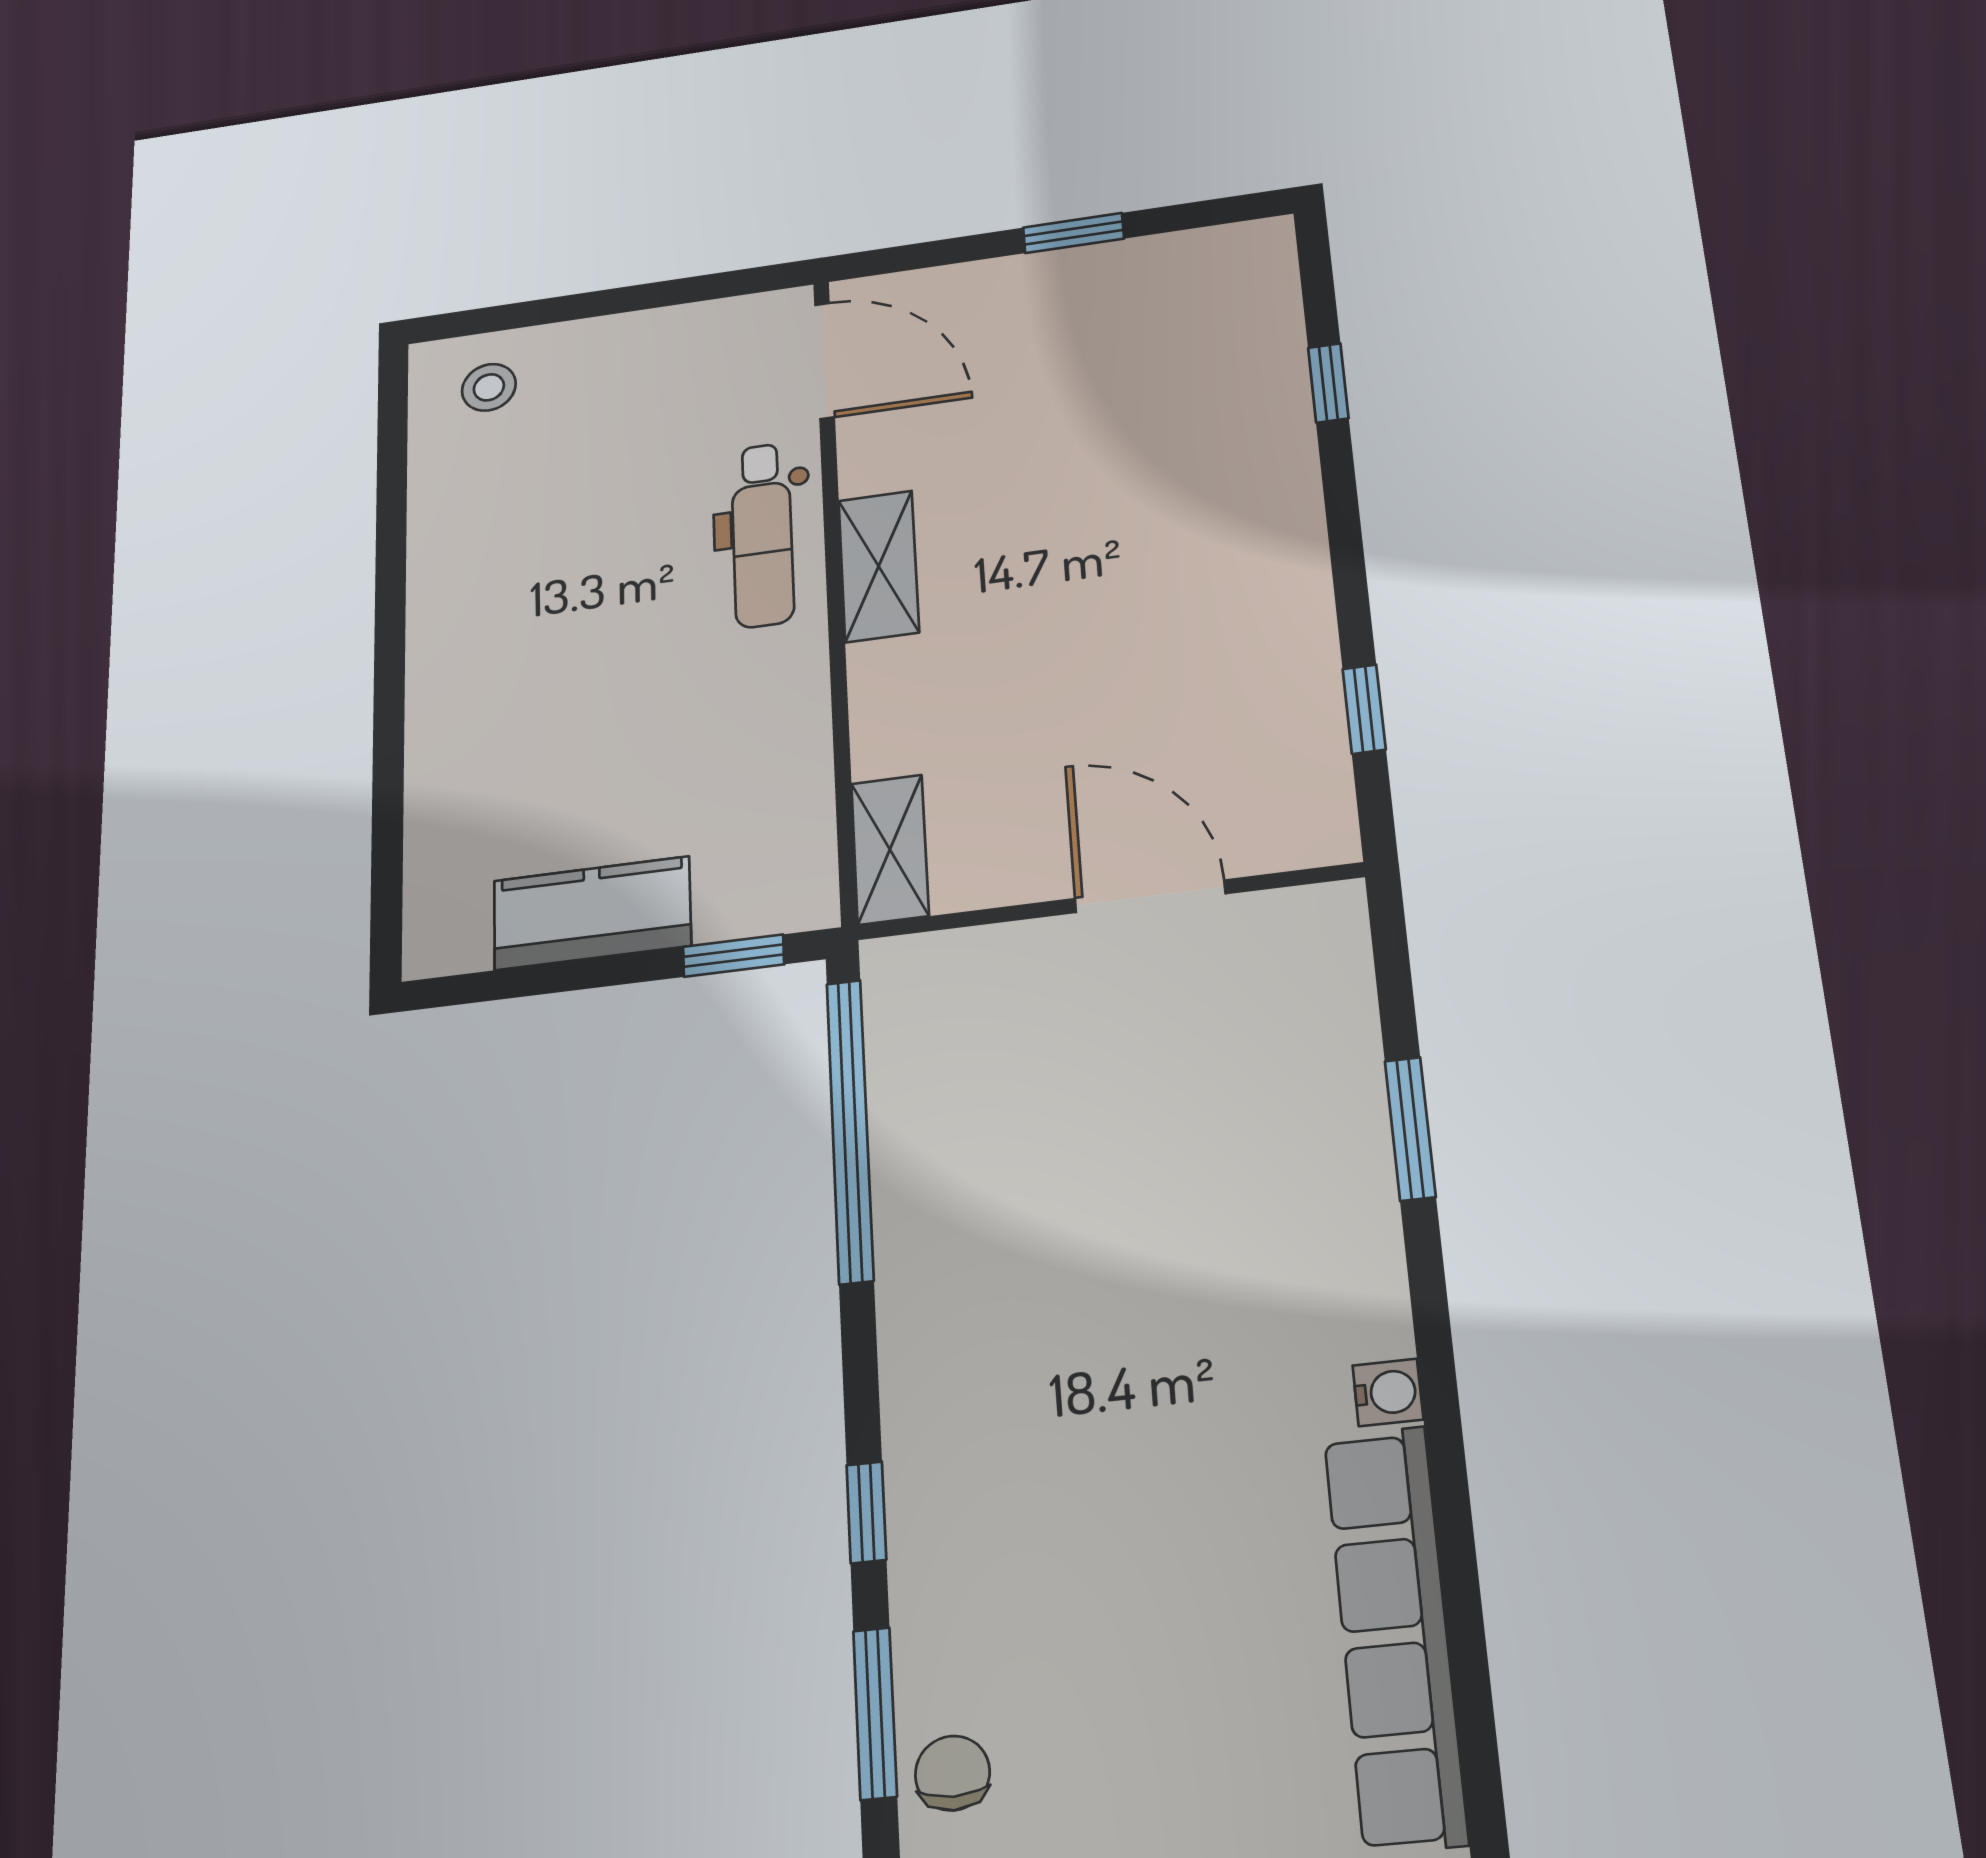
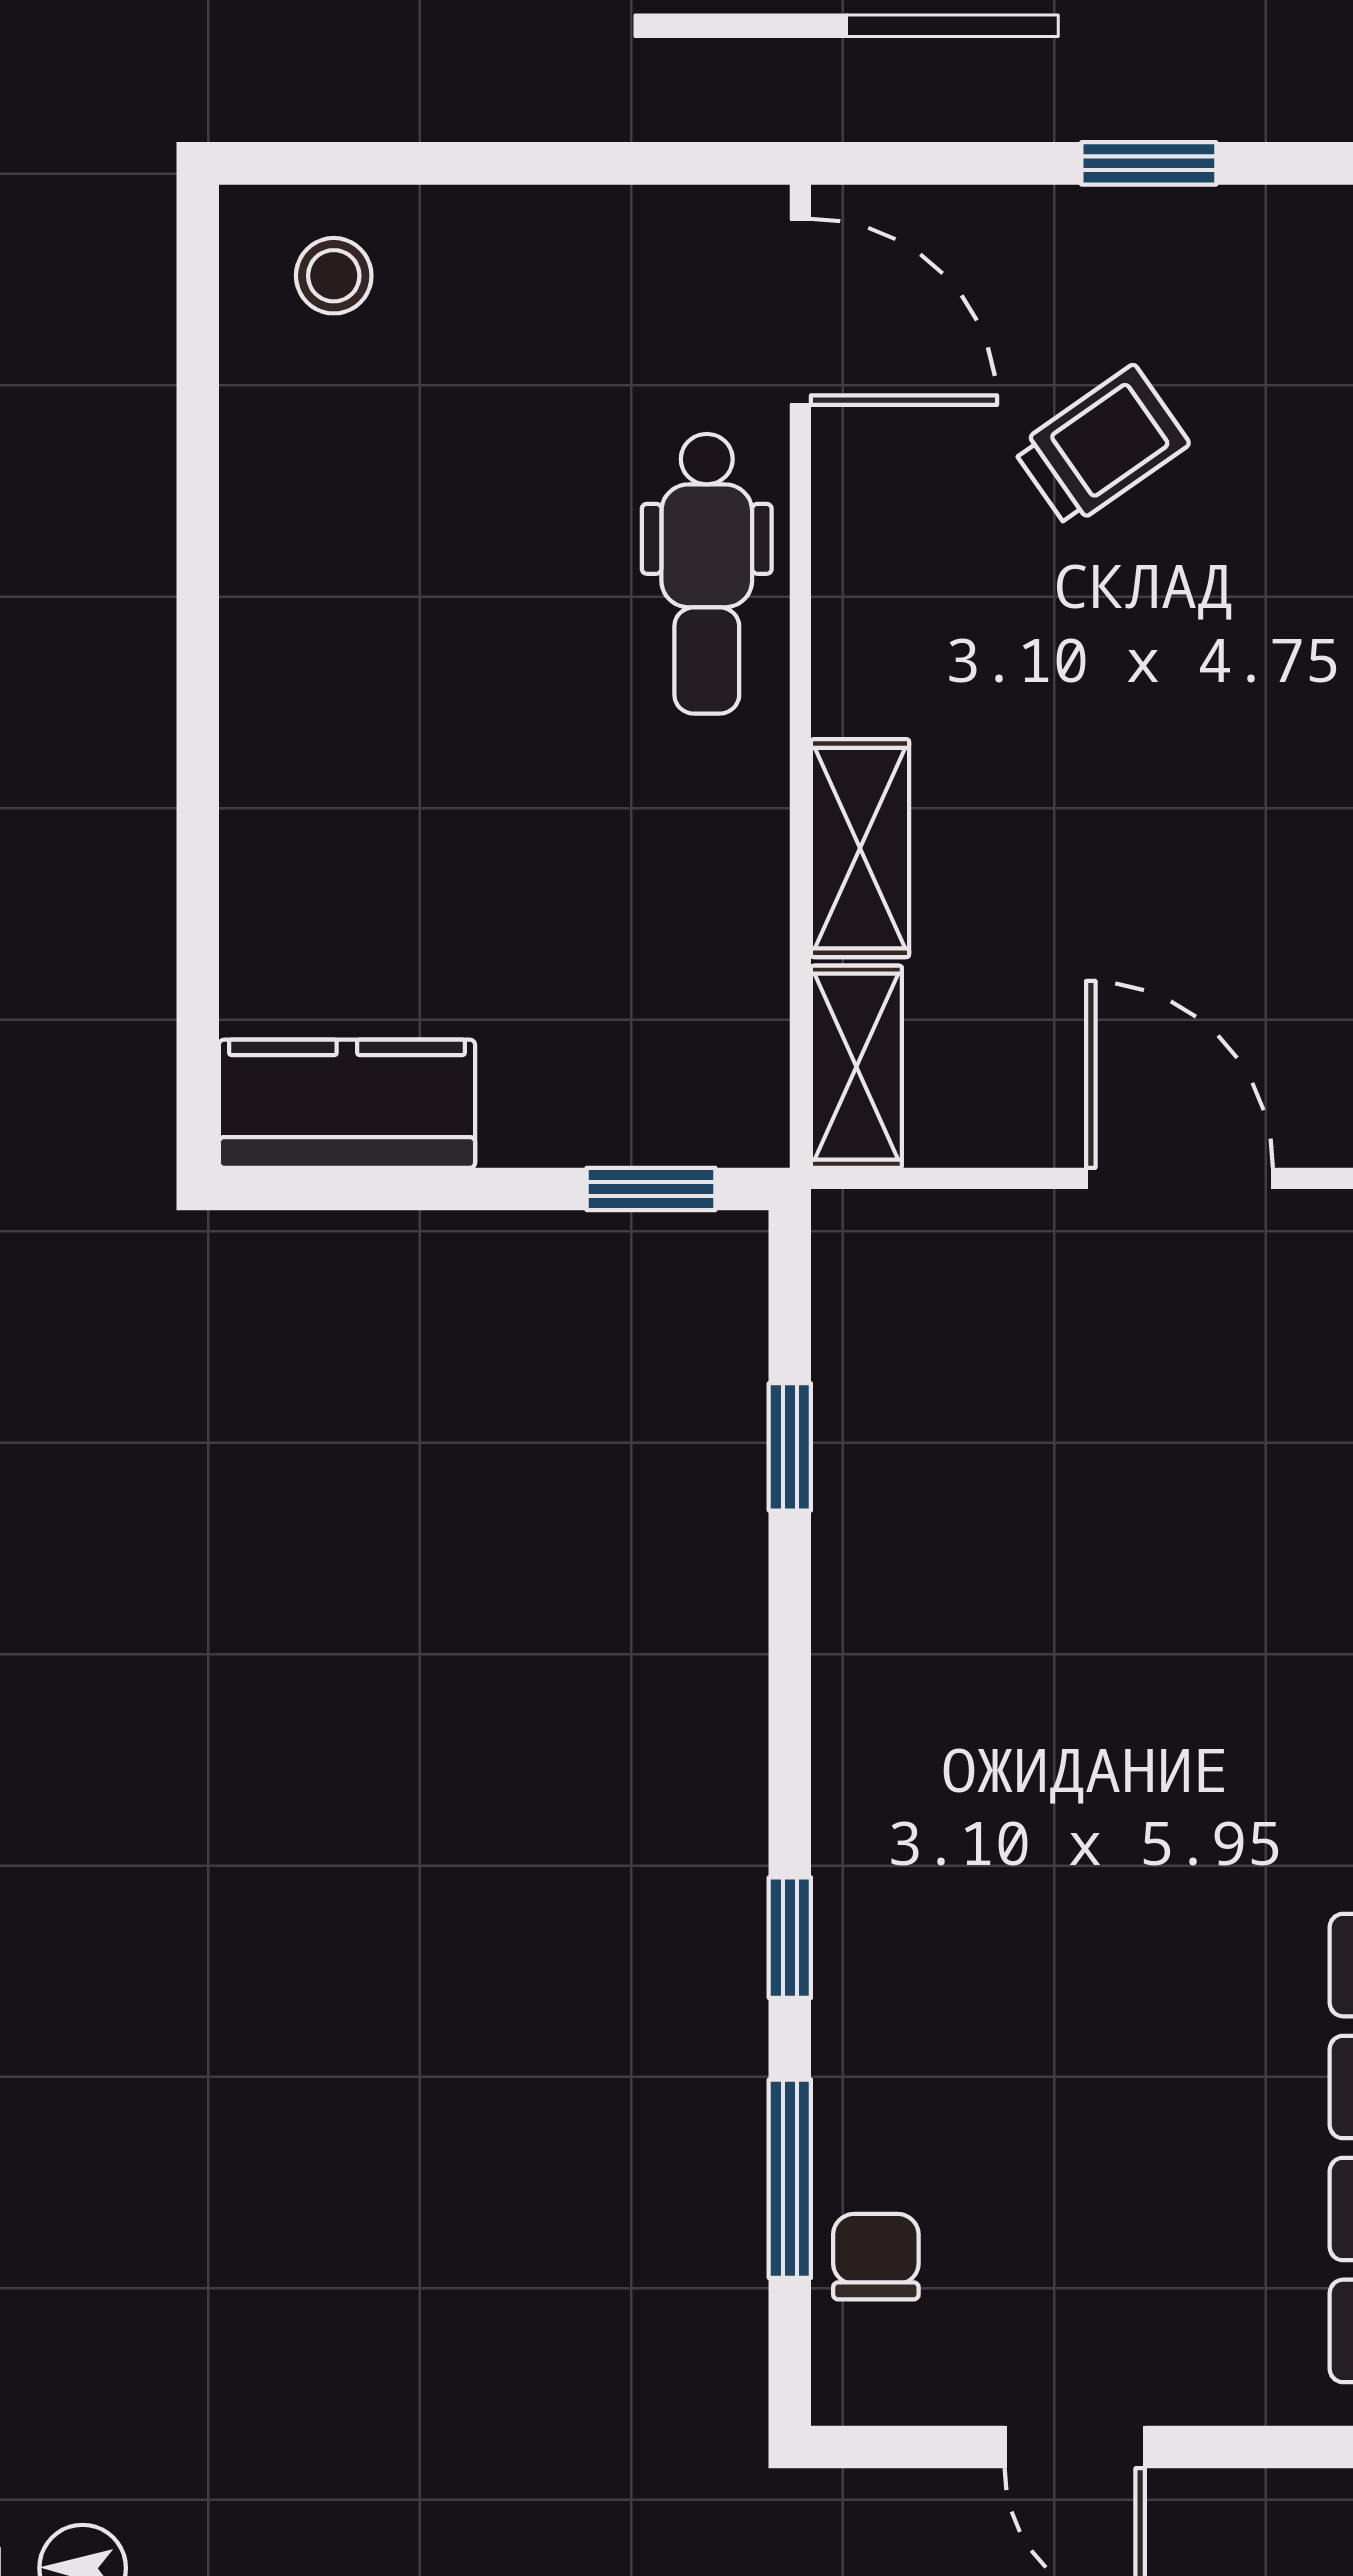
trolley: (1051, 413) -> (1101, 446), added
shelving: (879, 566) -> (860, 848), moved
kitchen counter: (592, 913) -> (347, 1104), moved
window: (850, 1130) -> (790, 1447), width x0.32

